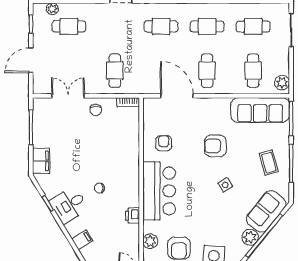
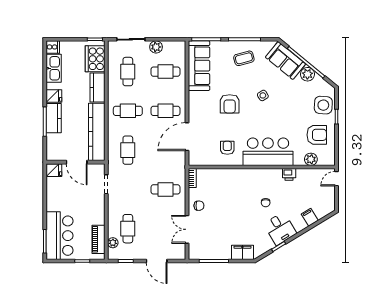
cafe table: (207, 26) -> (128, 111), turned 90
plant: (282, 83) -> (156, 47), moved
armchair: (164, 143) -> (227, 148), turned 90

